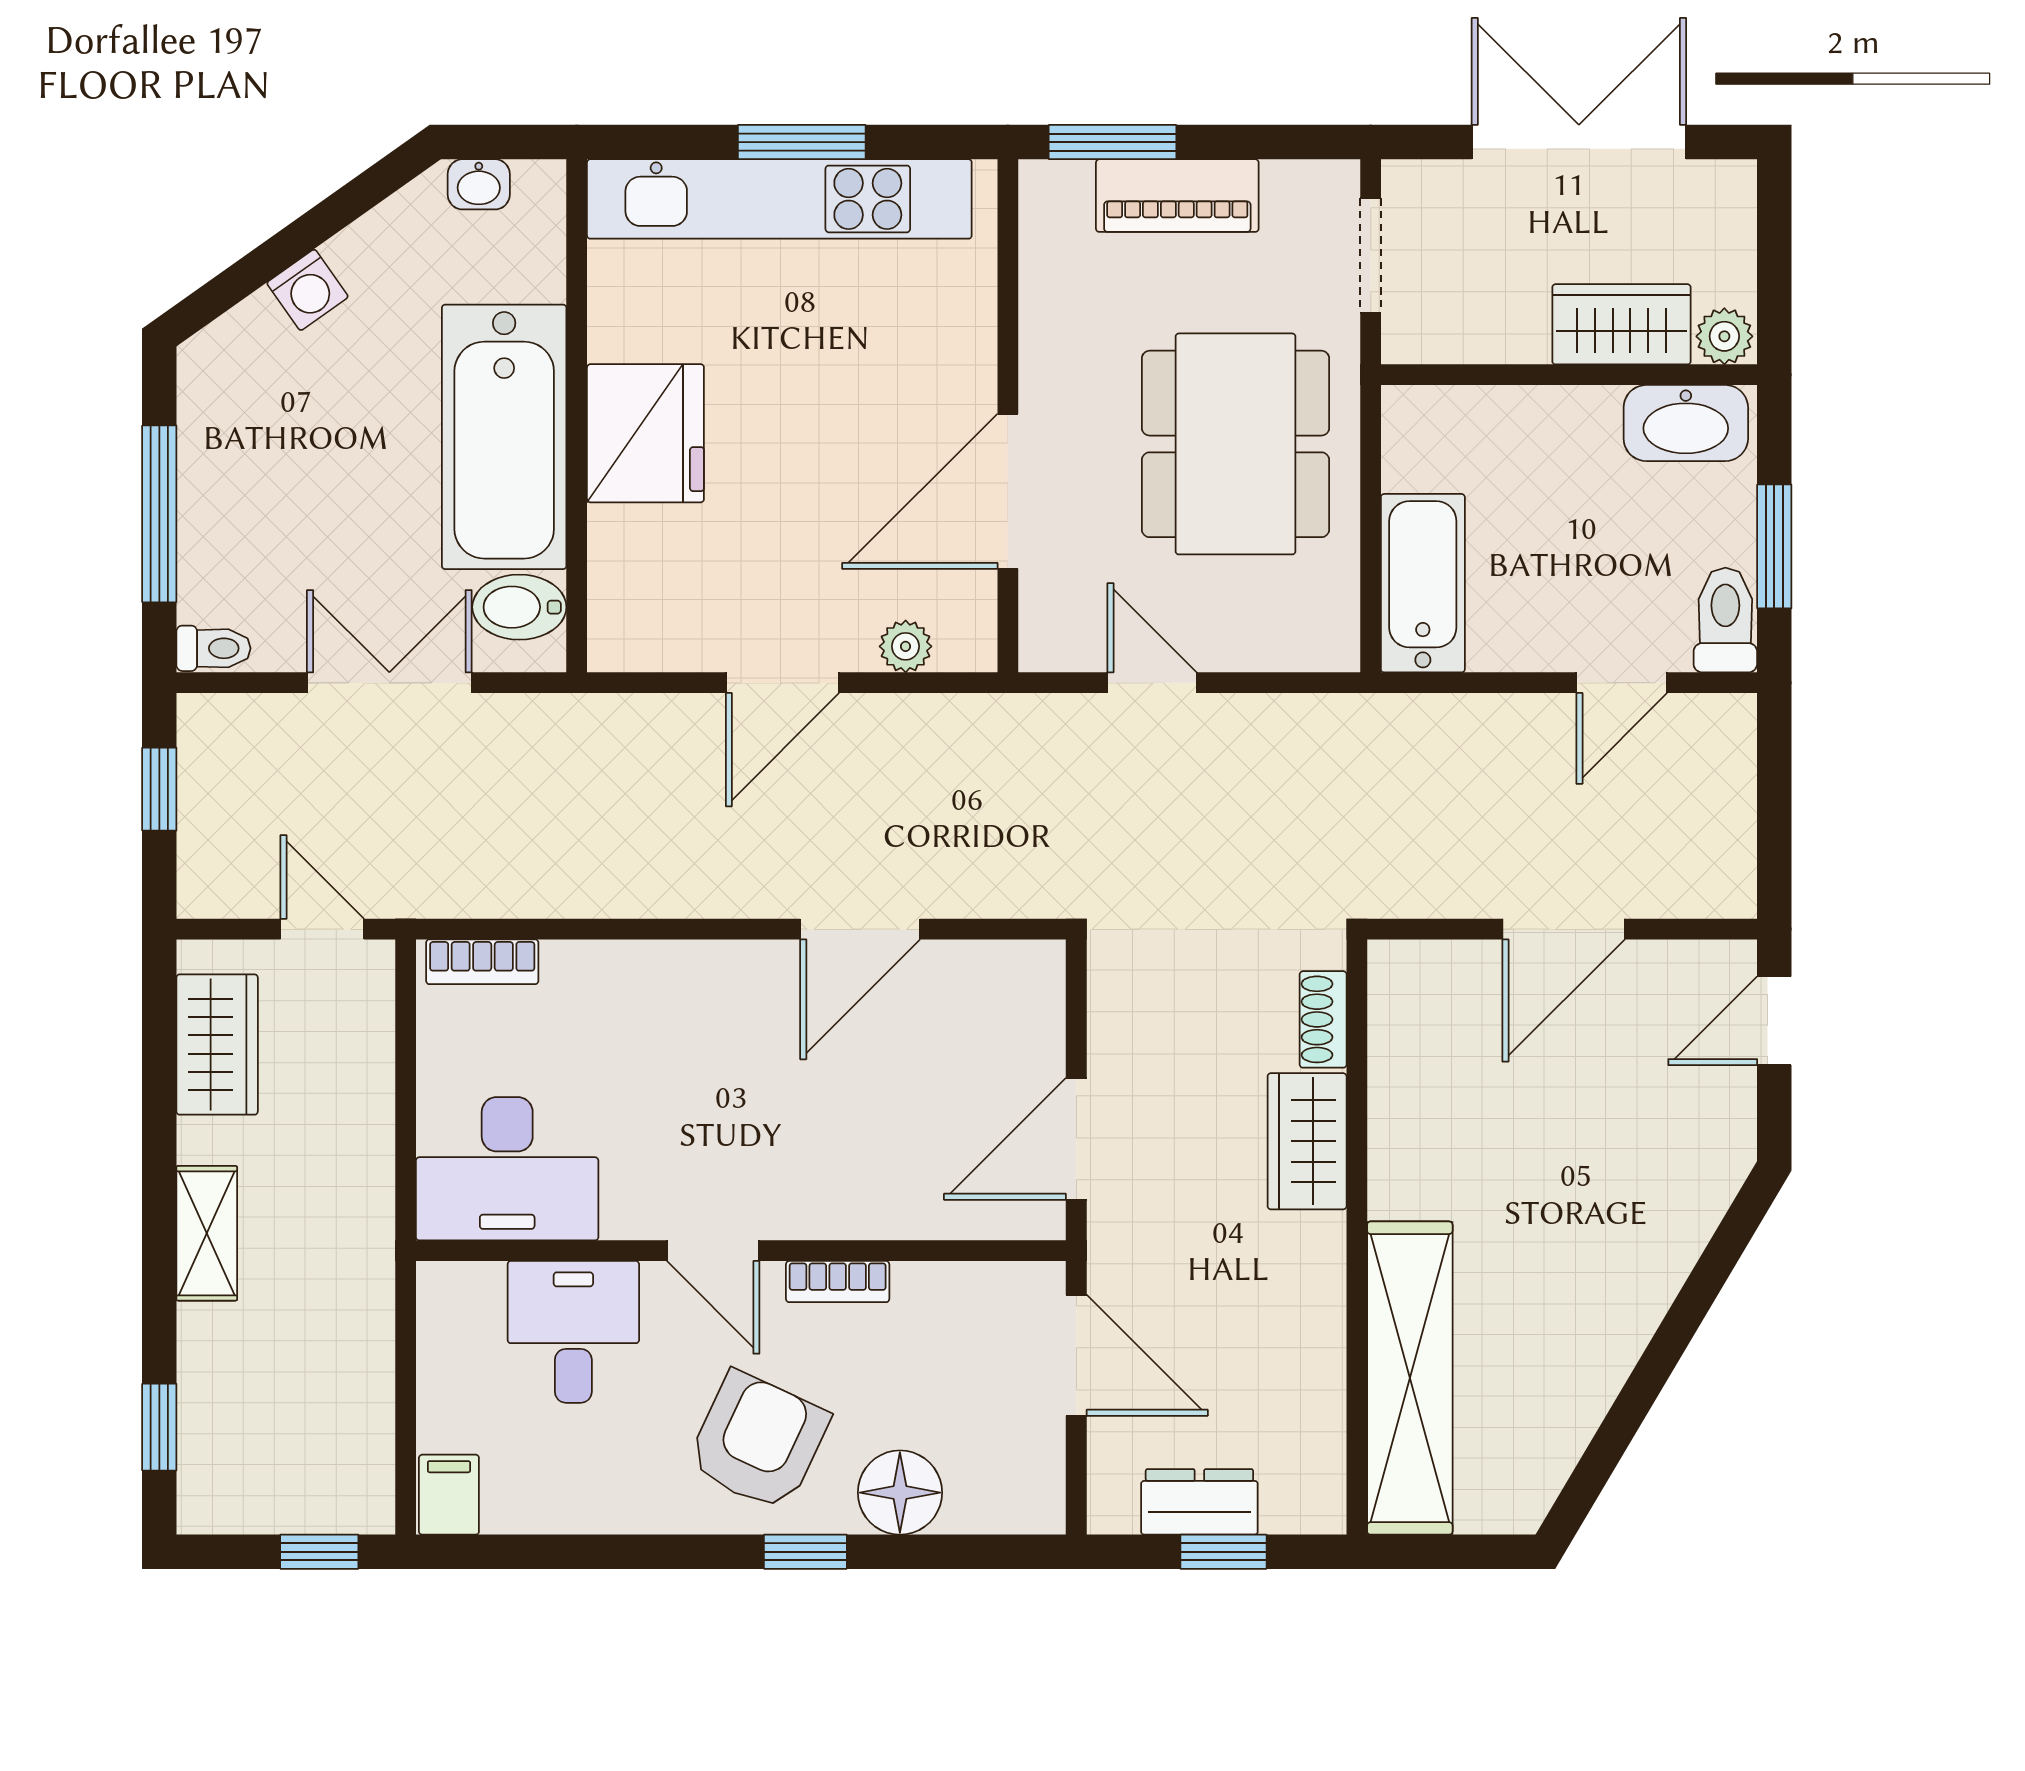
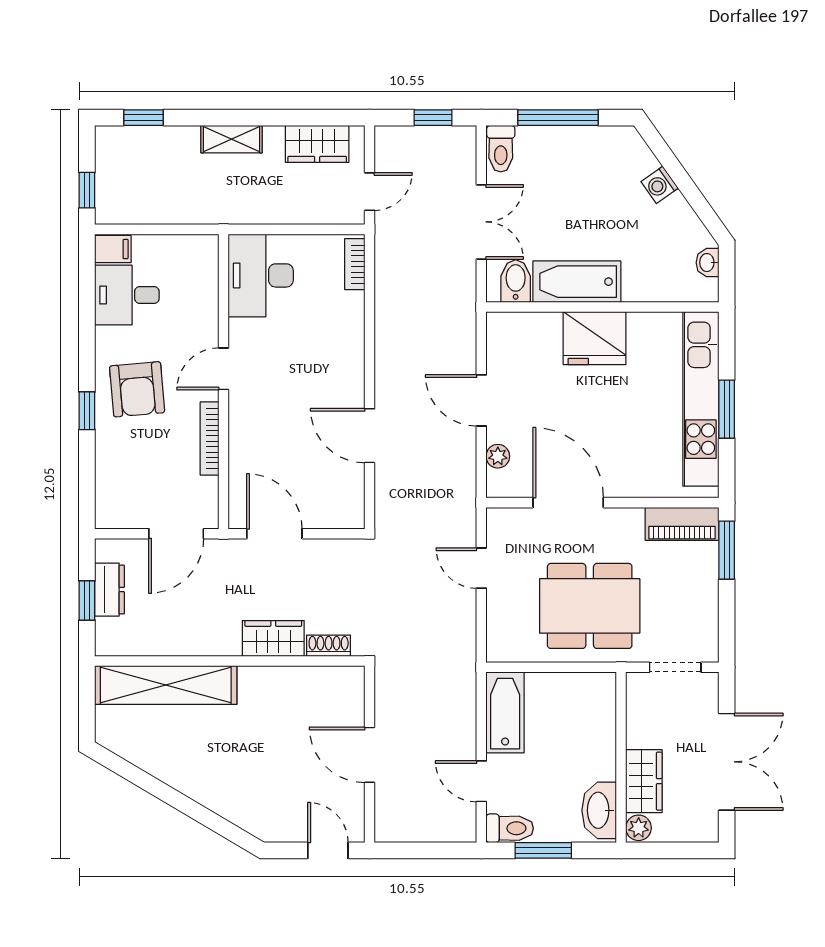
piano: (1177, 196) -> (682, 524), moved, turned -90
bathtub: (504, 437) -> (577, 282), width x0.73, depth x0.73
bathtub: (1423, 583) -> (505, 712), moved, turned -90
toilet: (213, 648) -> (501, 149), width x1.37, depth x1.39
door: (1152, 683) -> (481, 568), swing flipped
bookcase: (838, 1282) -> (210, 439), width x1.56
desk: (573, 1332) -> (127, 295), moved, turned 180
armchair: (758, 1441) -> (137, 389), turned 60
floor lamp: (900, 1493) -> (114, 454), removed

